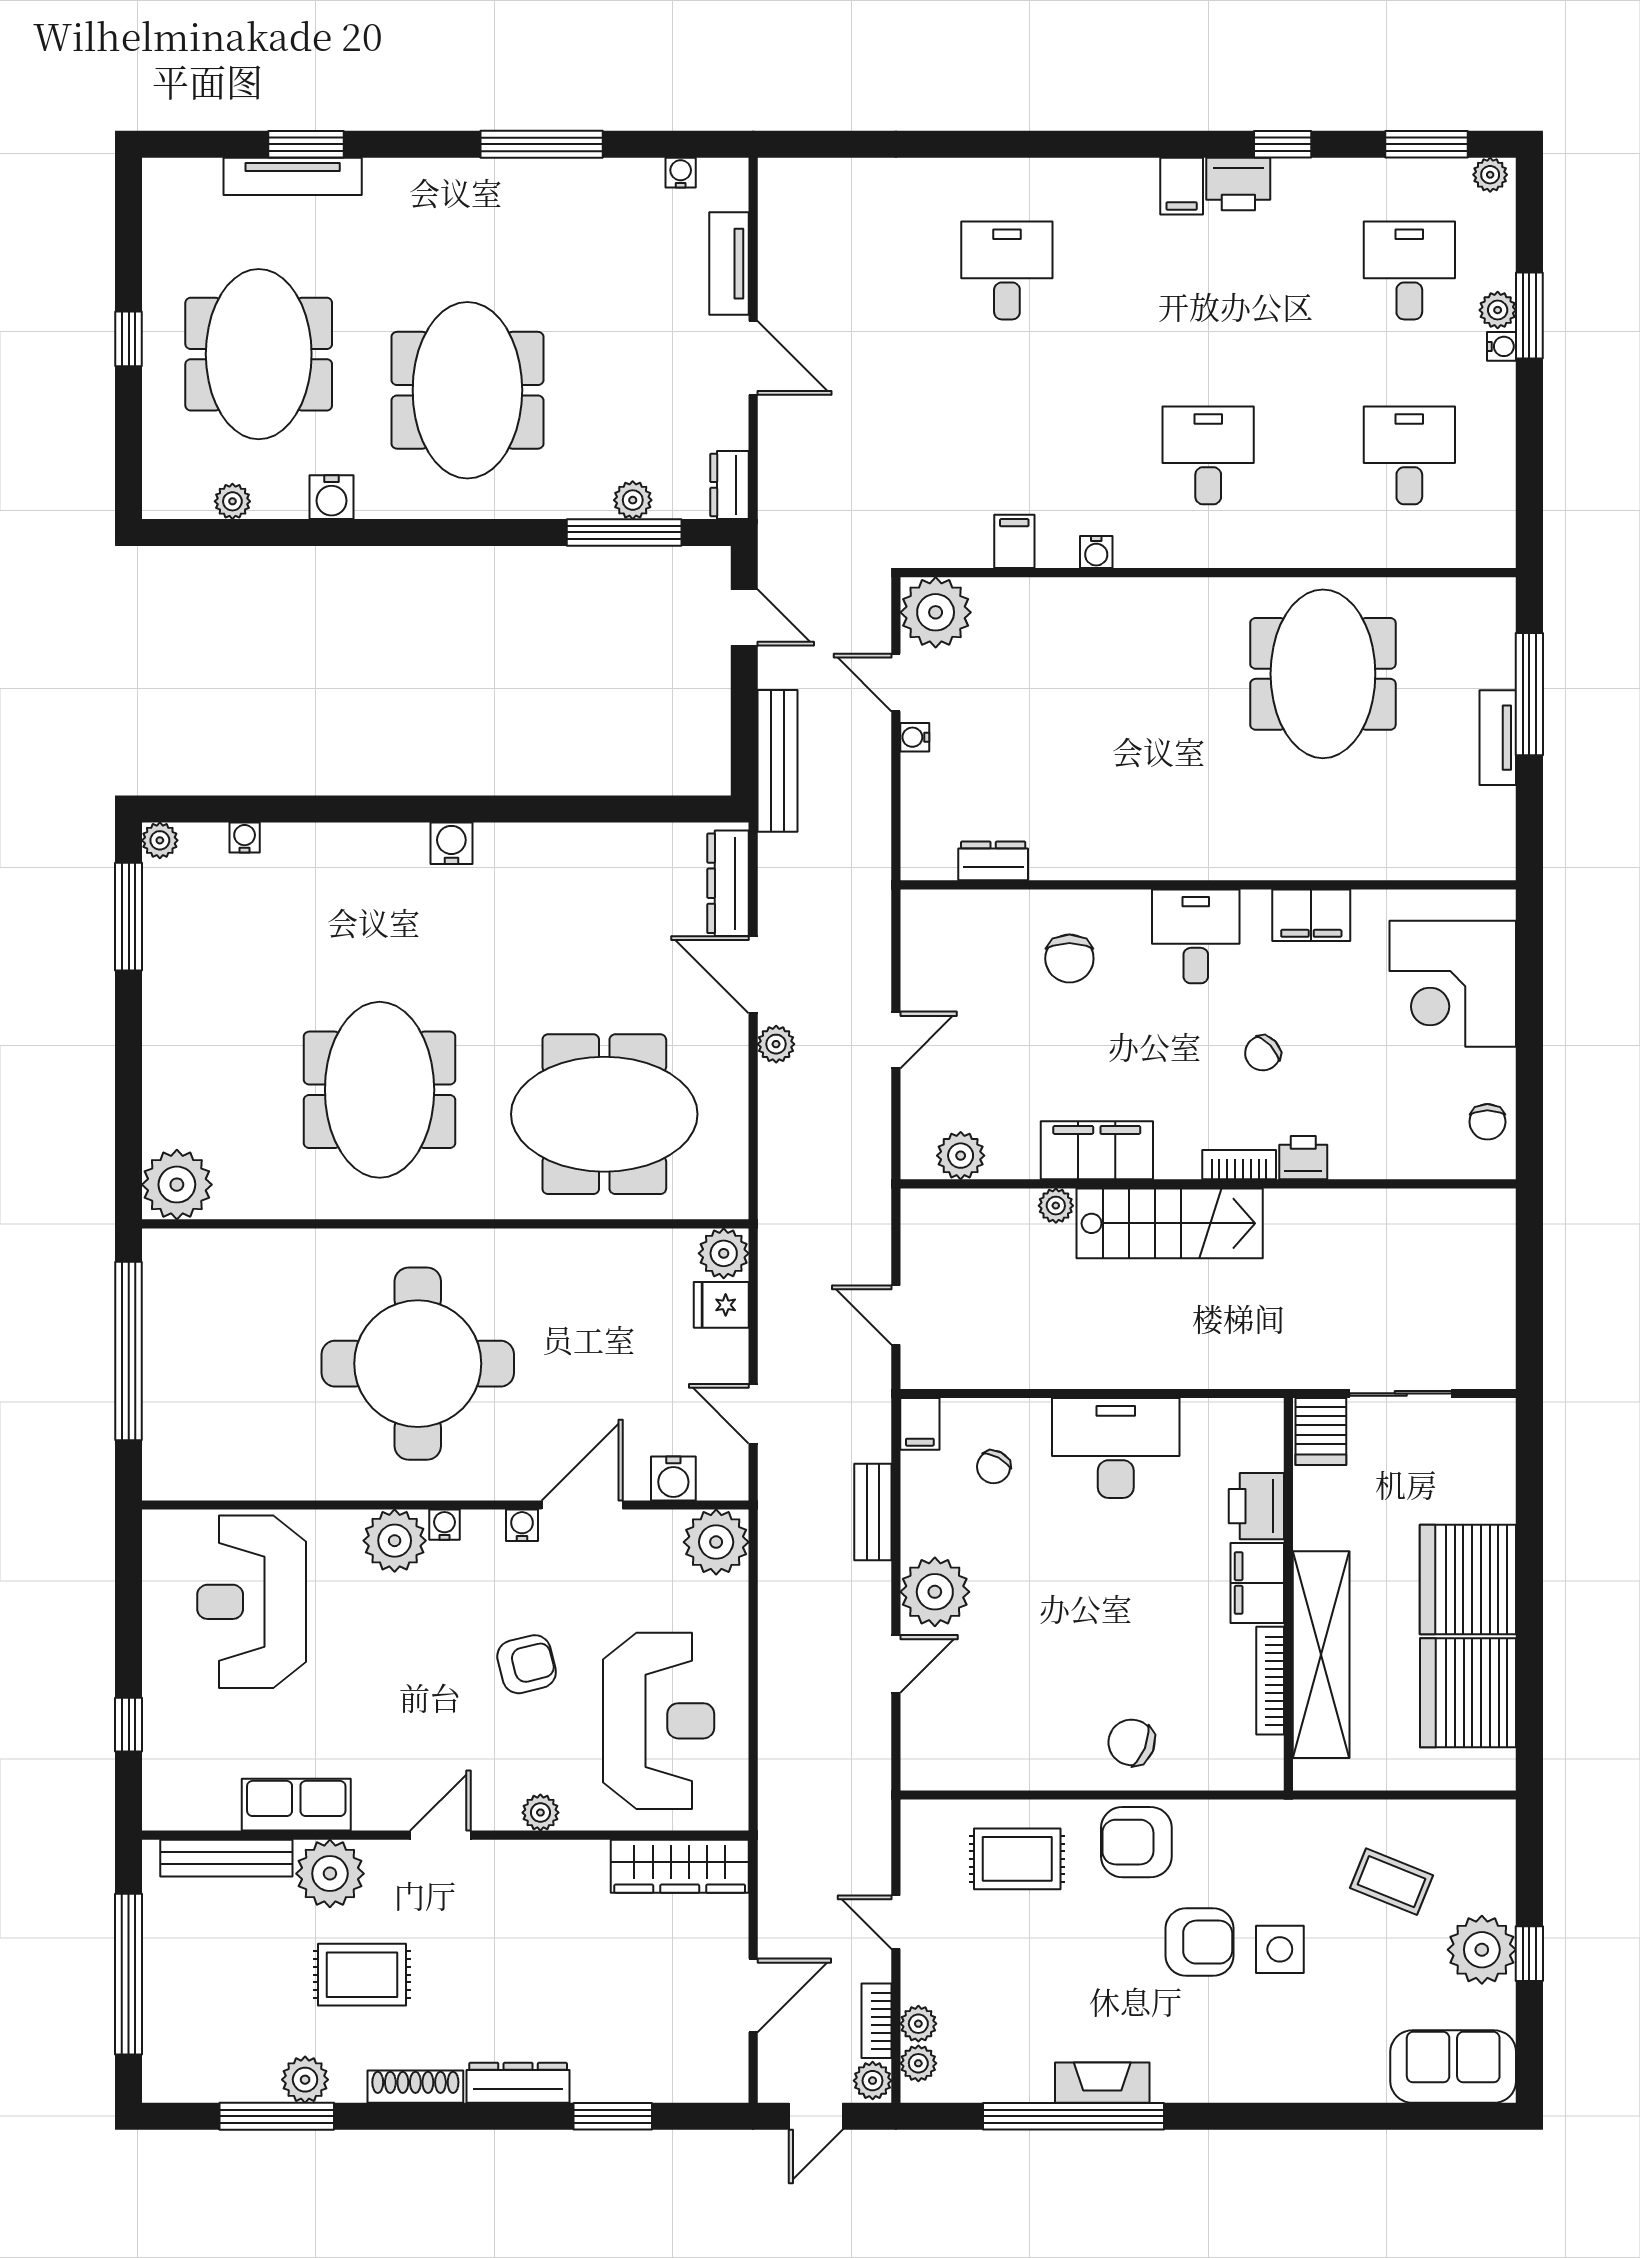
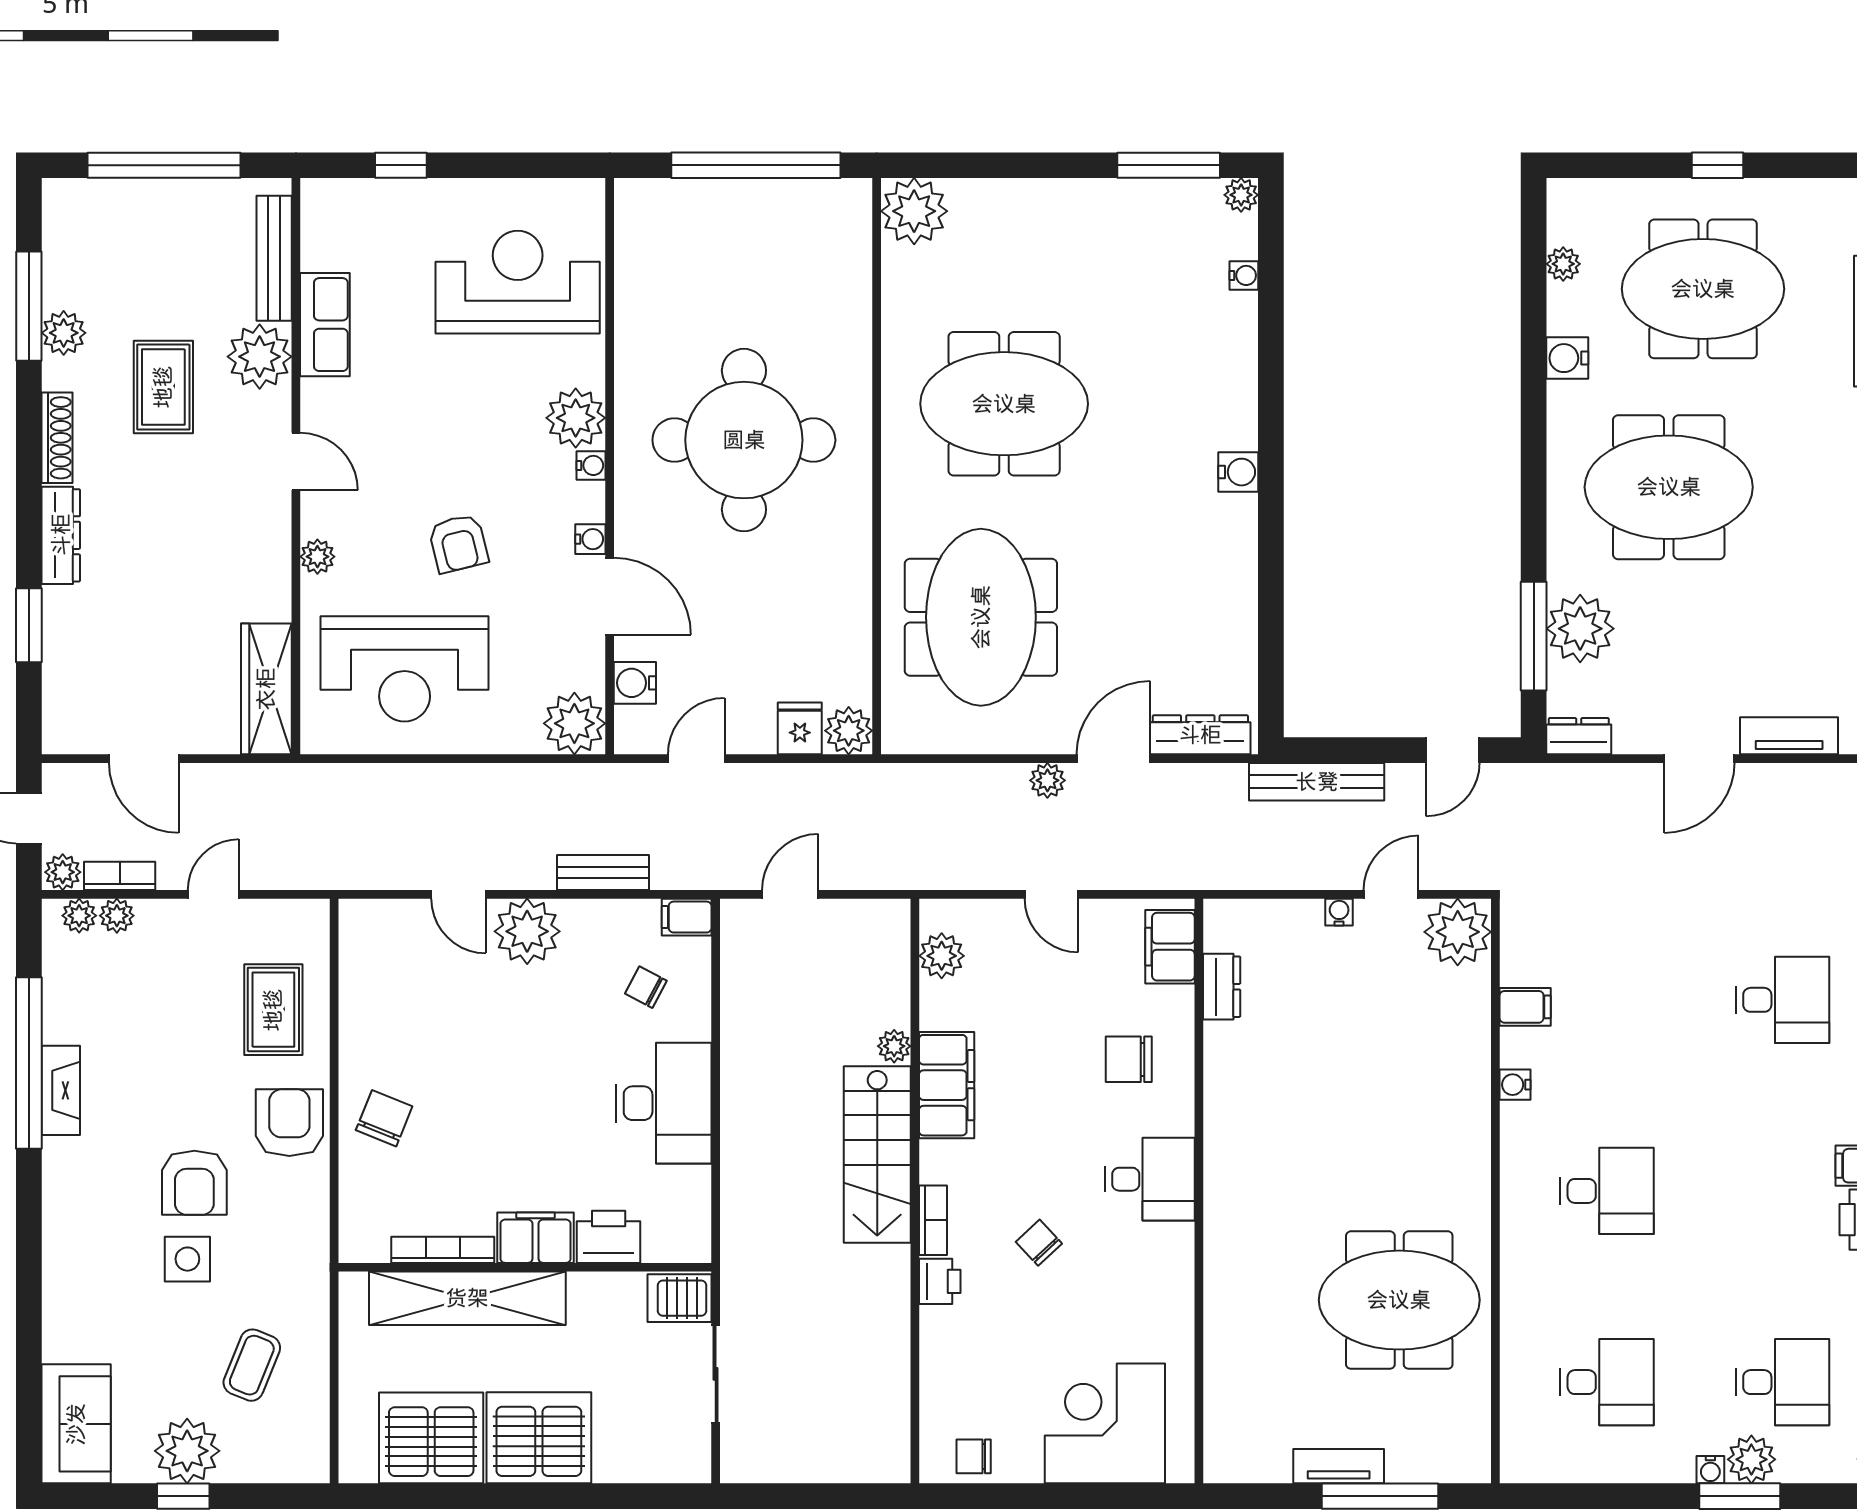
plant: (1498, 310) -> (1751, 1459), width x1.38, depth x1.38
plant: (633, 500) -> (1580, 629), width x1.88, depth x1.88
filing cabinet: (1311, 915) -> (1170, 947), moved

